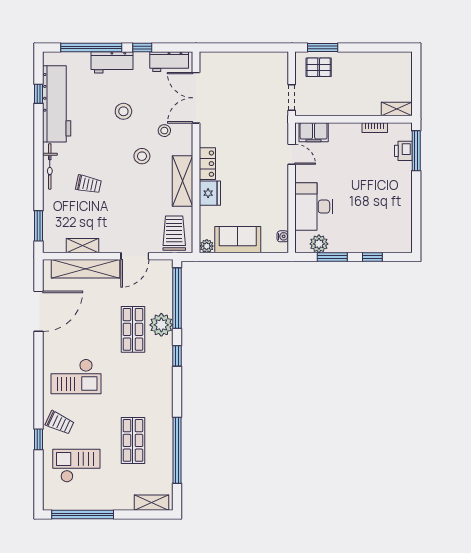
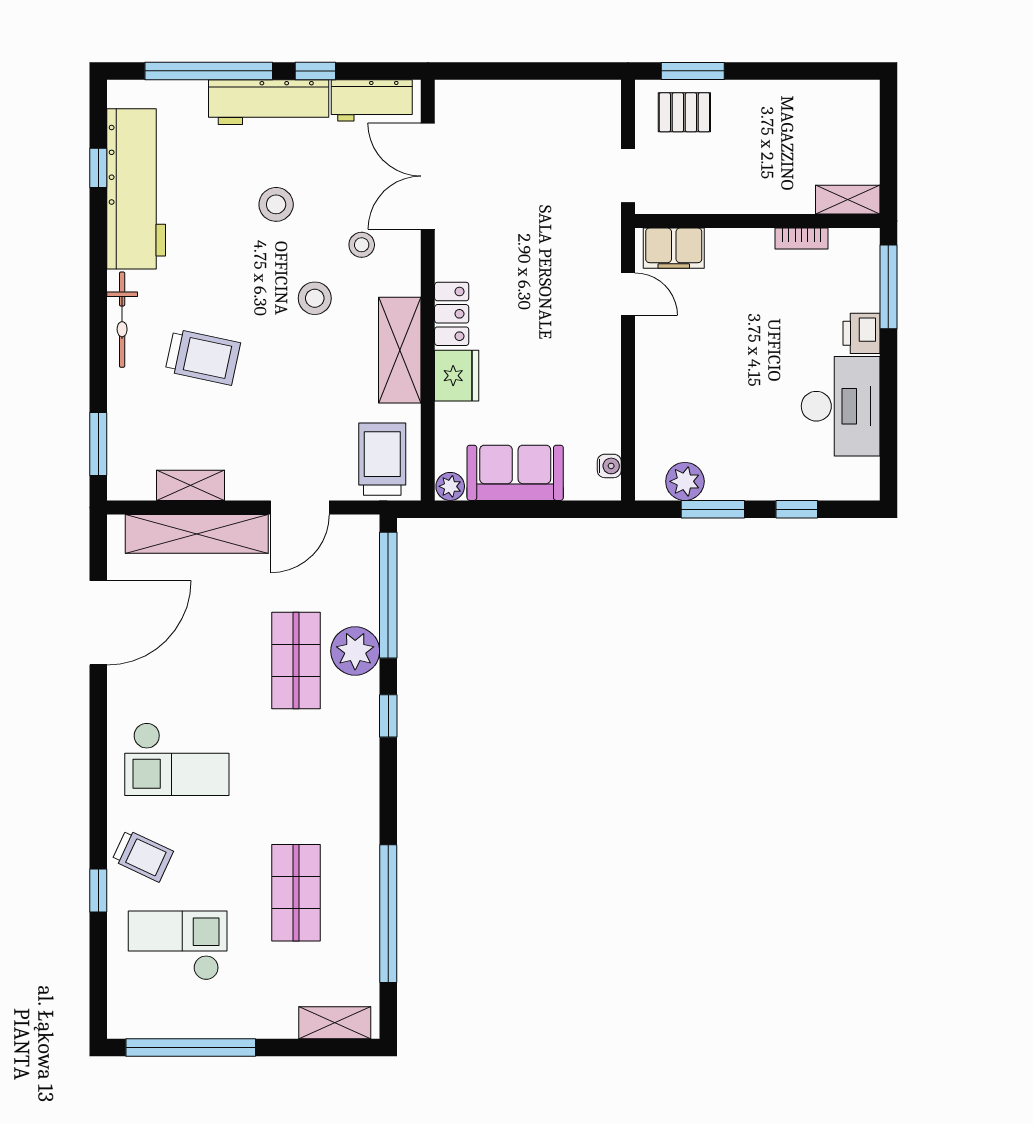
workbench: (112, 62) -> (269, 102), width x1.38
printer: (403, 151) -> (861, 333), moved
trolley: (88, 184) -> (203, 357), width x1.36, depth x1.39
desk: (314, 207) -> (841, 406), moved, turned 180

